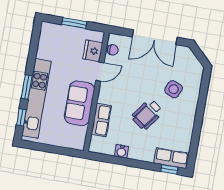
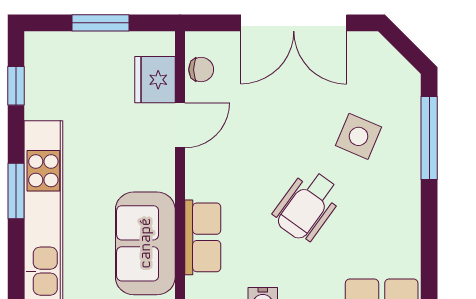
window: (203, 95) -> (429, 138), added
sofa: (79, 103) -> (145, 243), moved
window: (21, 117) -> (16, 86), moved

